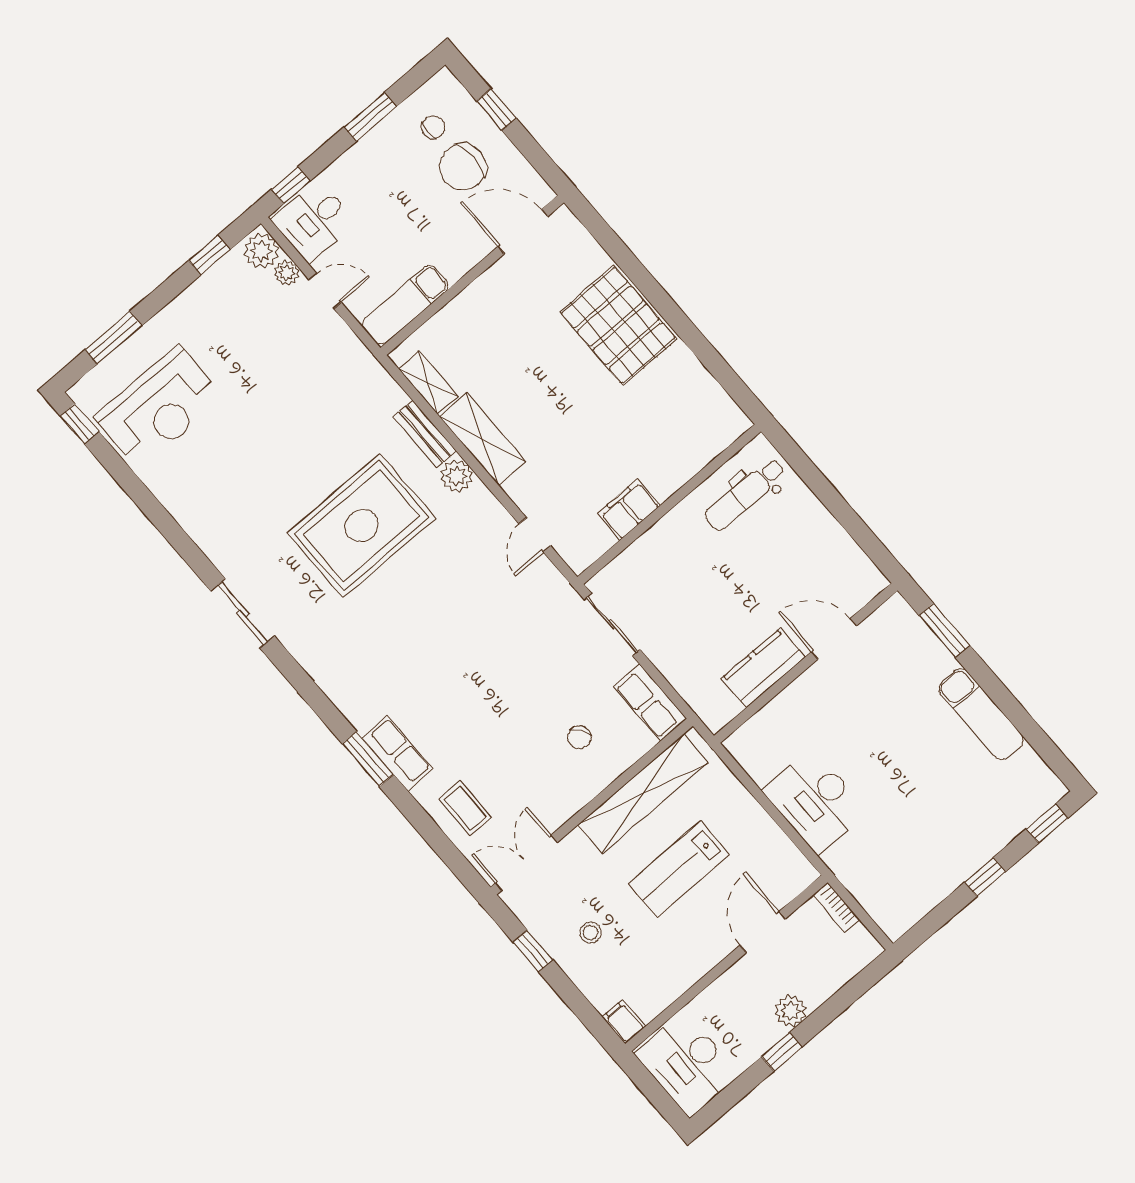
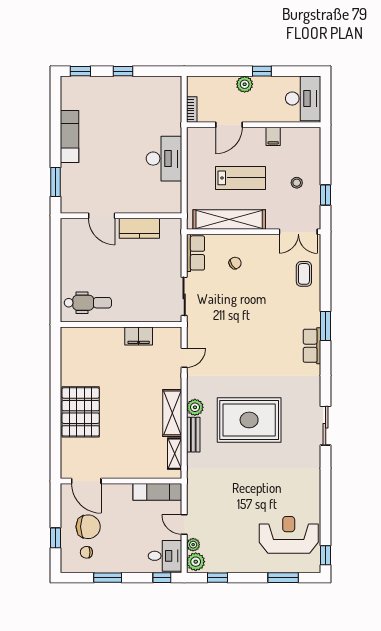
row of seats: (397, 753) -> (312, 346), moved
filing cabinet: (624, 1022) -> (273, 136), moved

